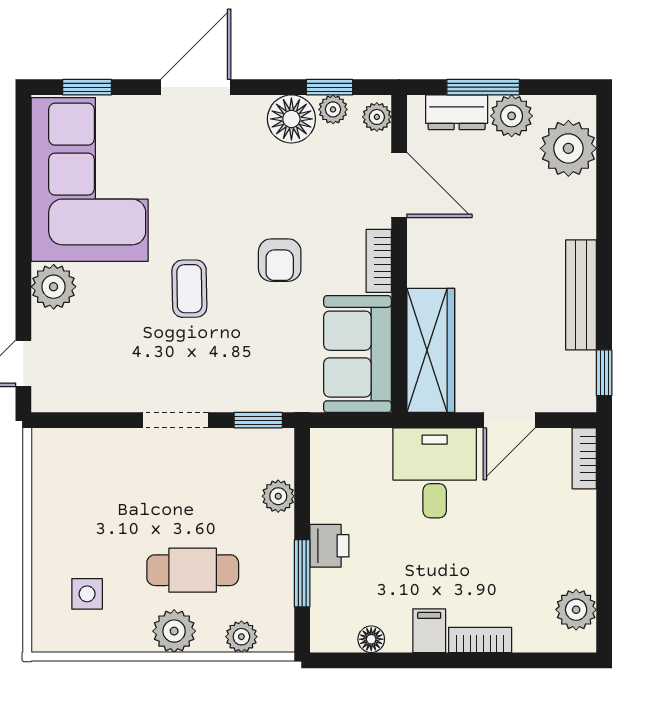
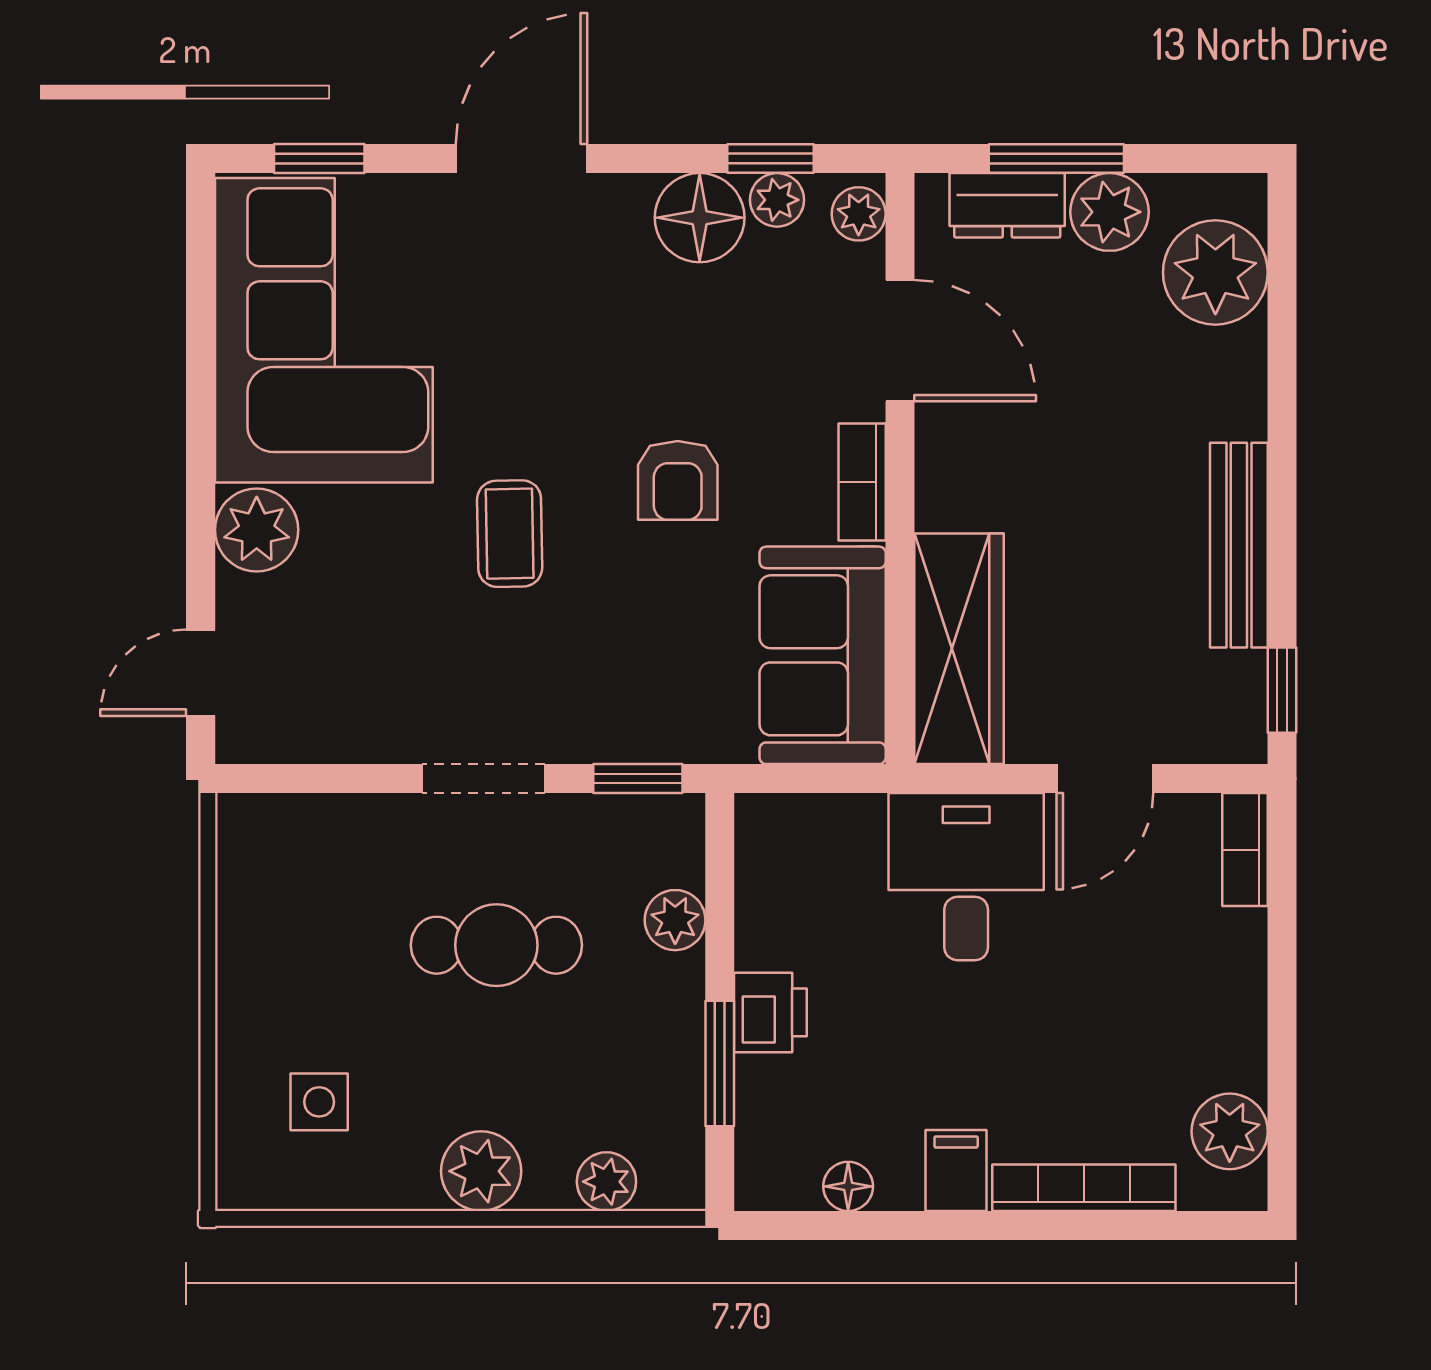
cafe table: (193, 570) -> (496, 945), moved
bookcase: (480, 640) -> (1084, 1188), width x1.56

